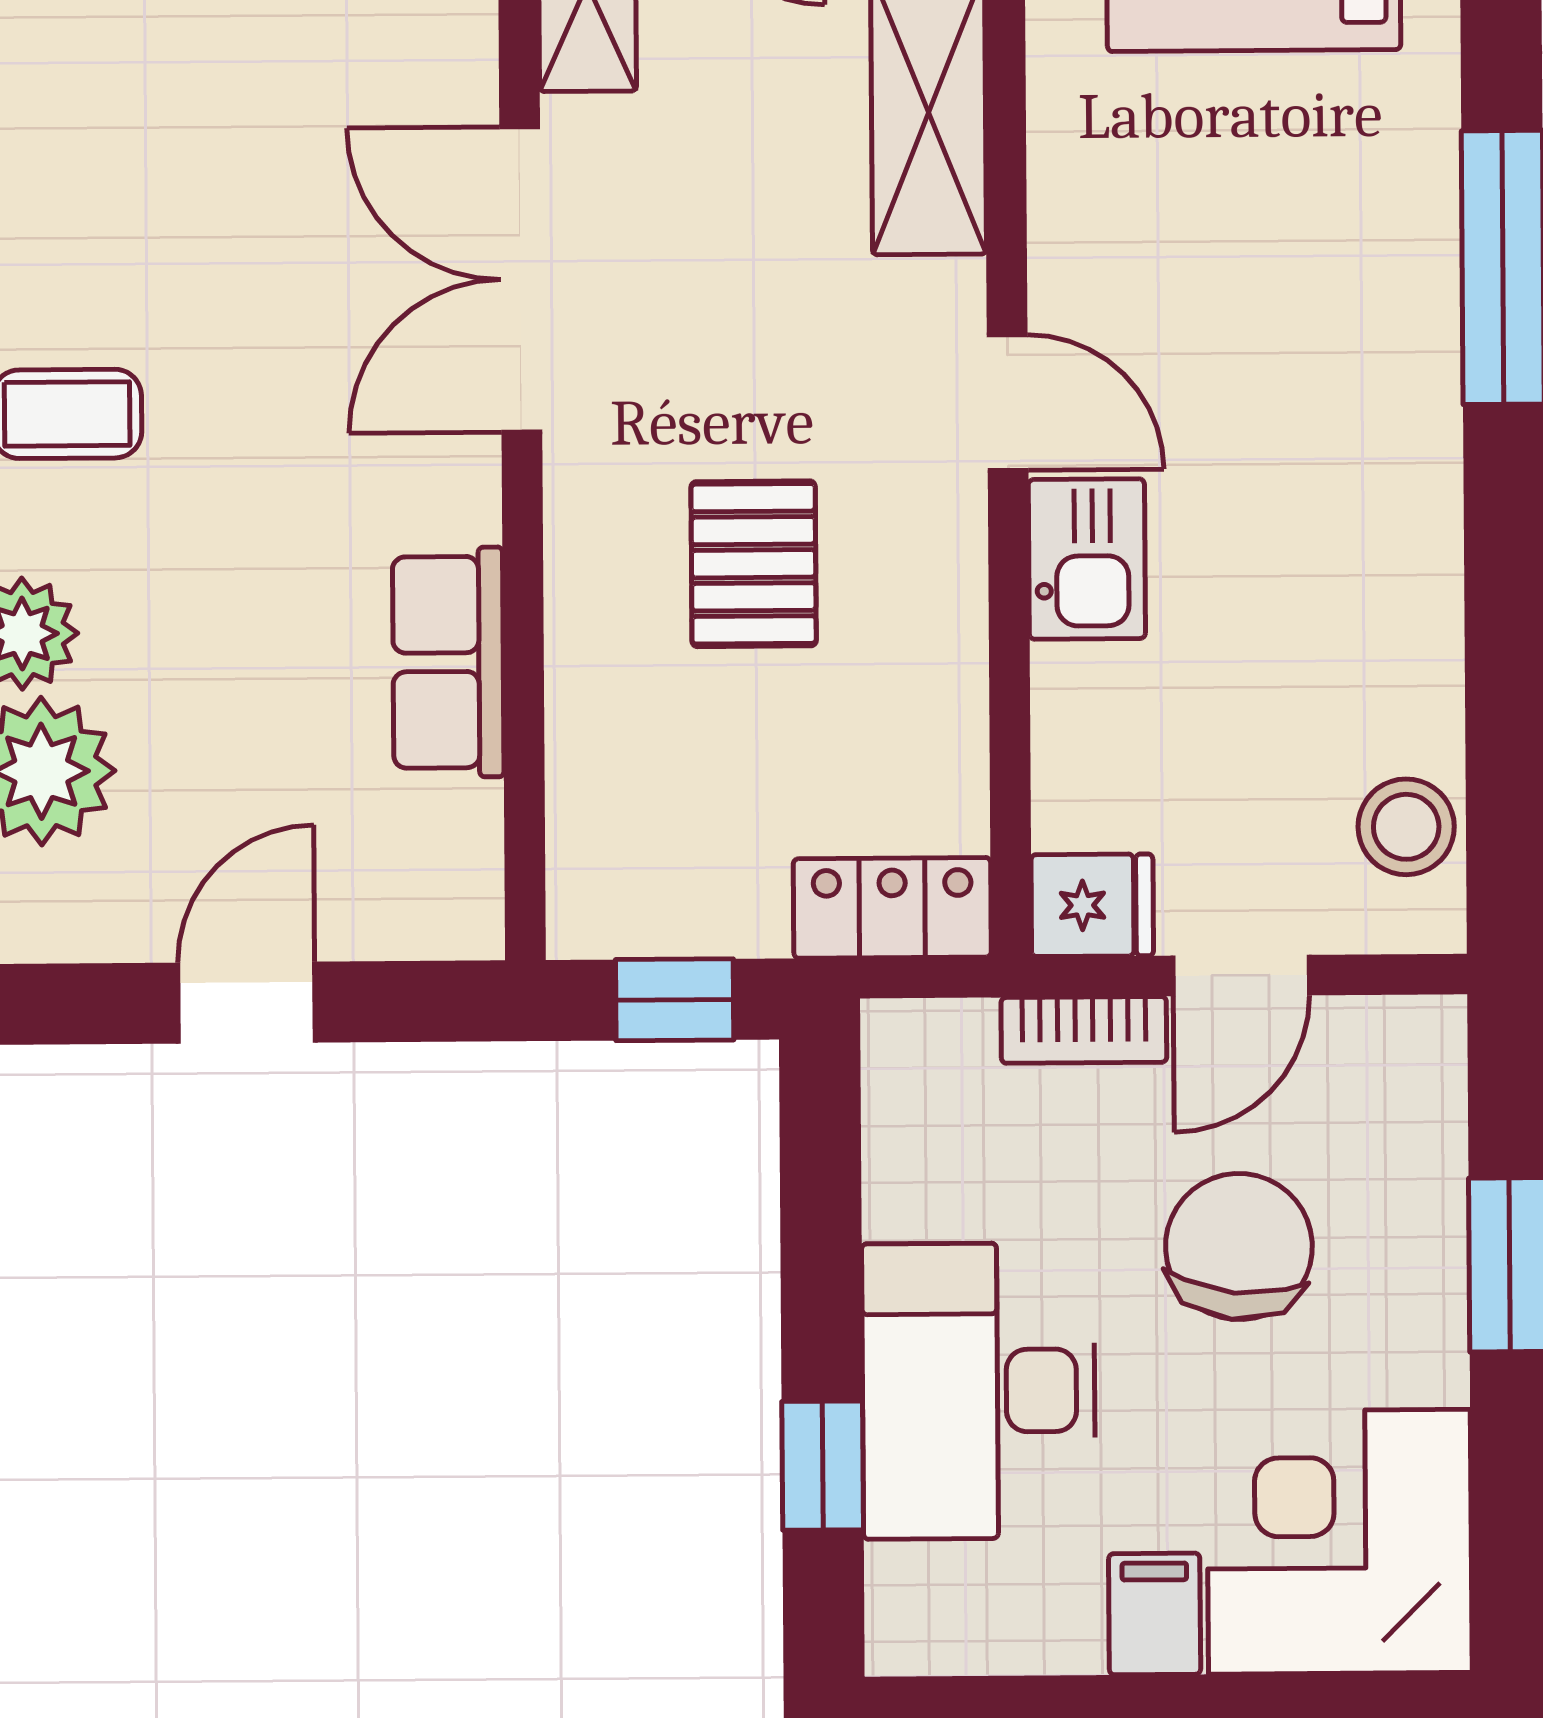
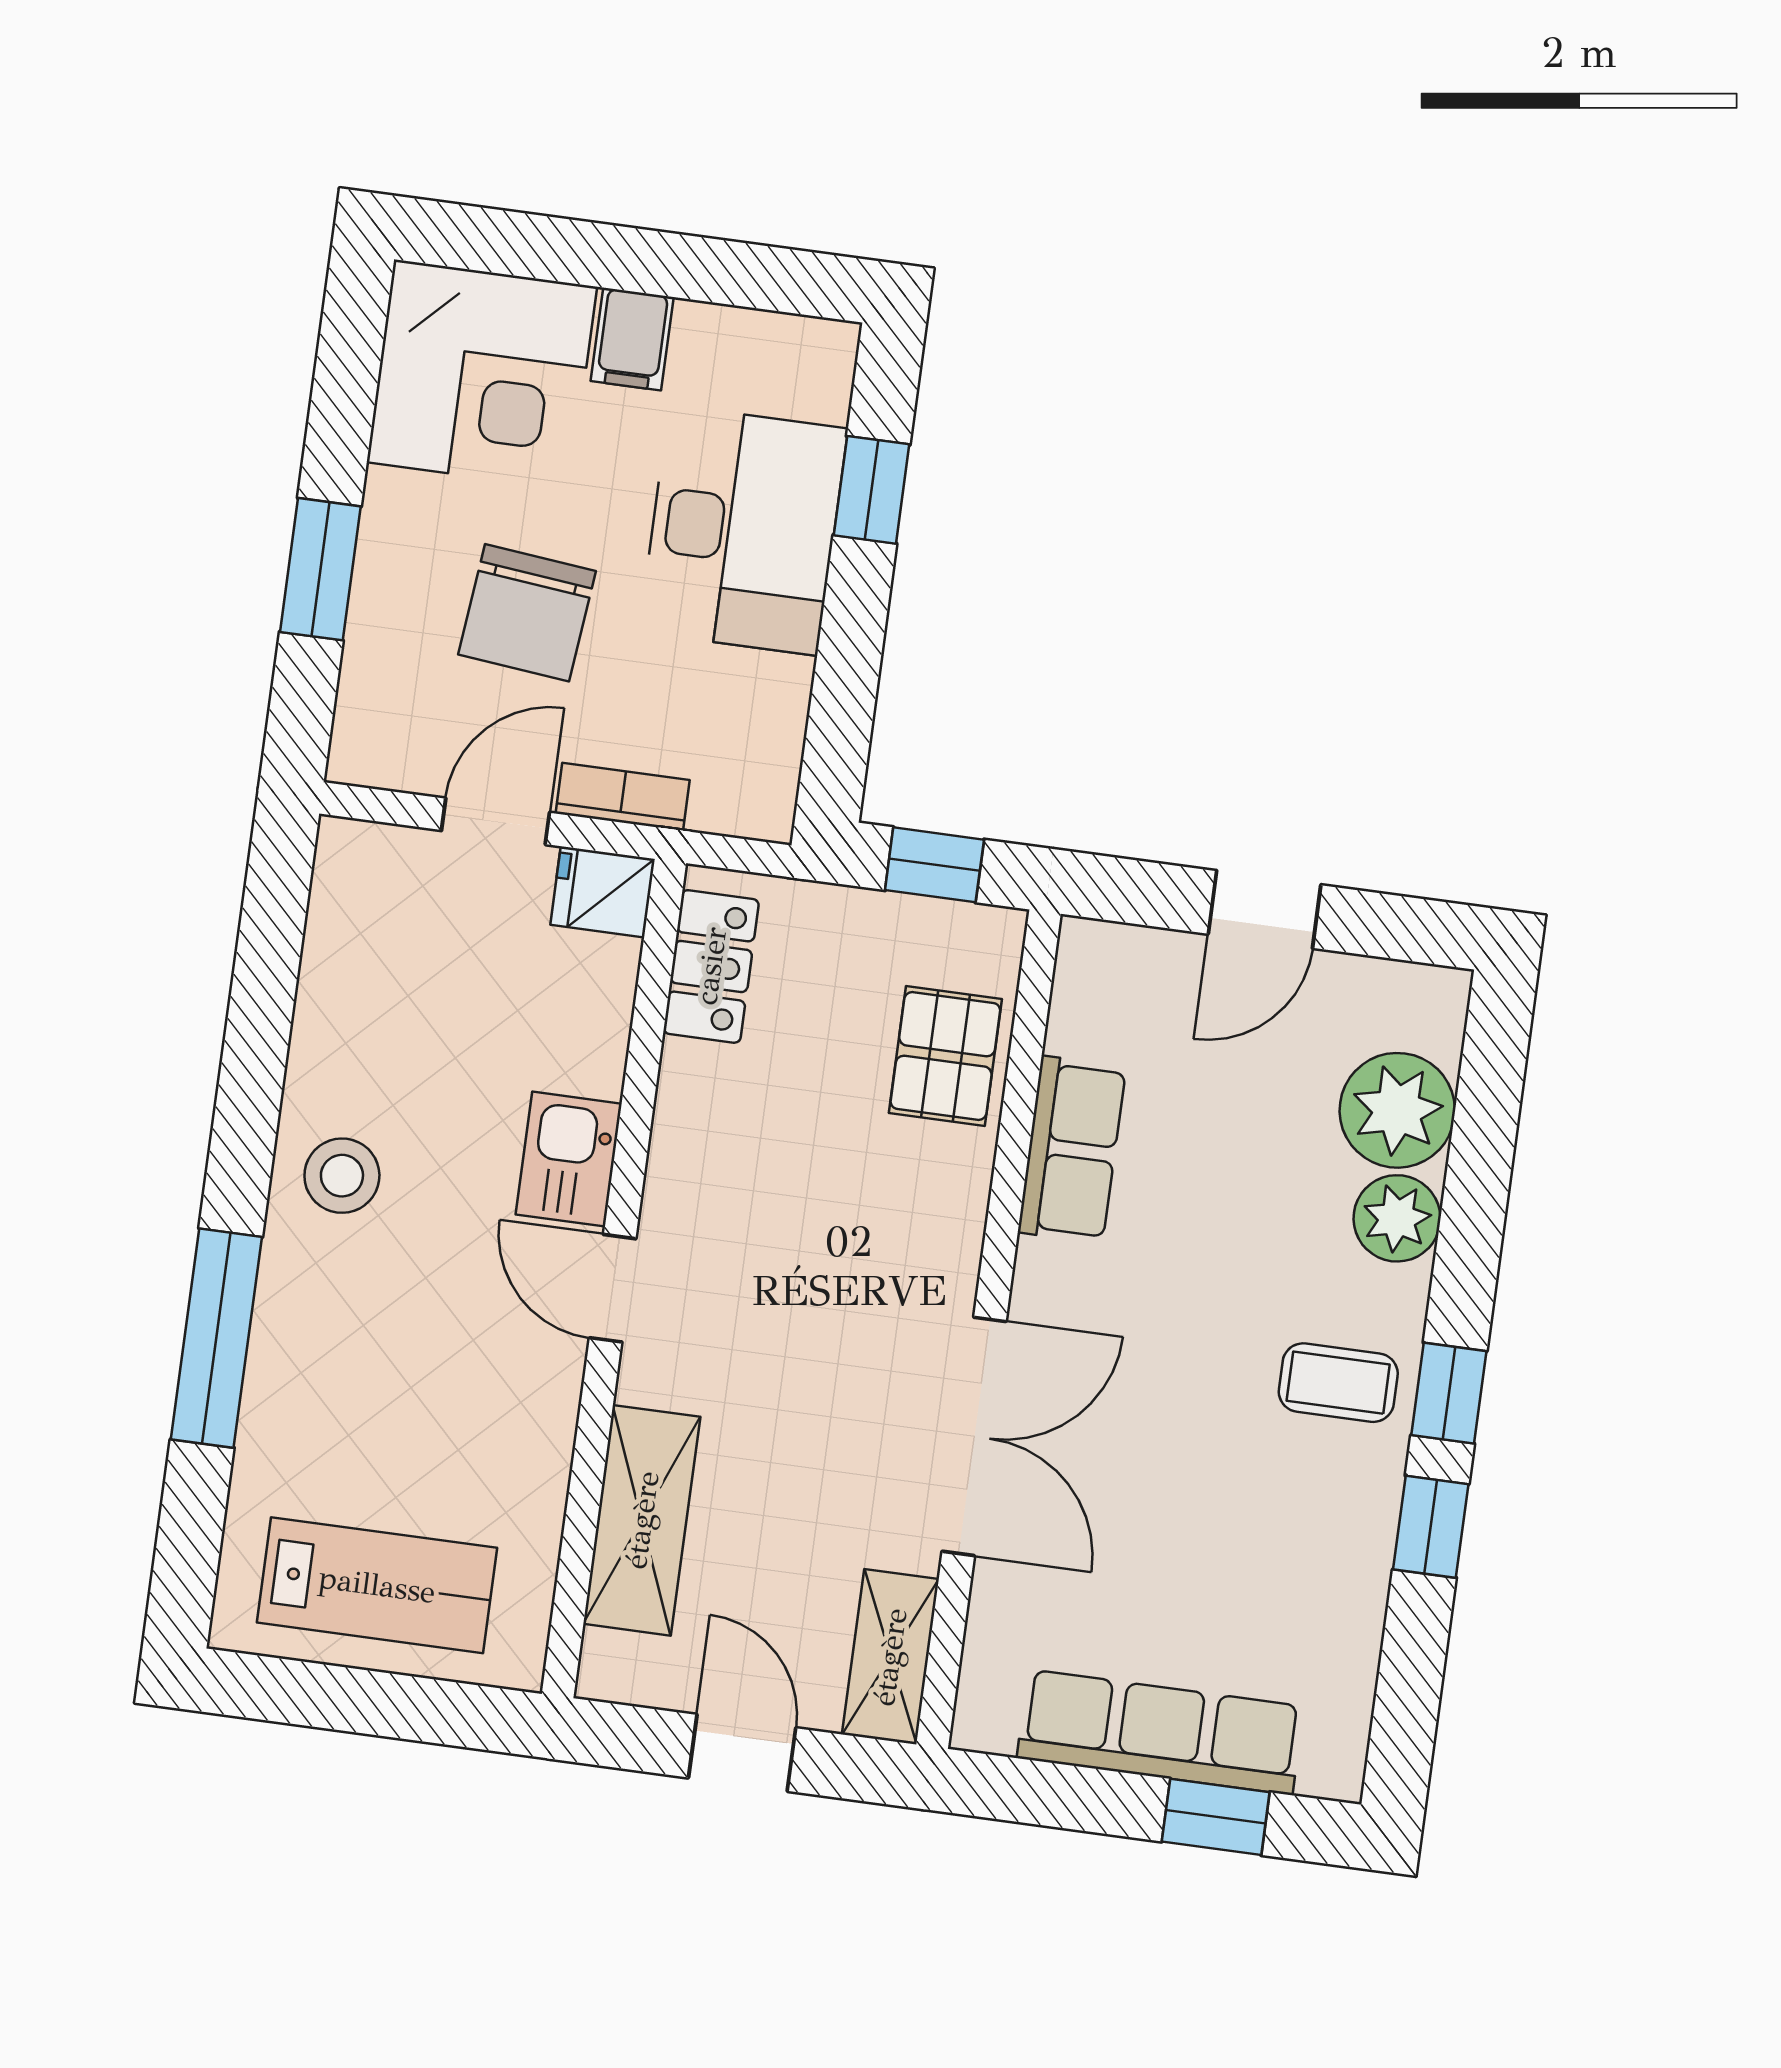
pallet: (754, 564) -> (945, 1056), moved
stool: (1406, 827) -> (342, 1176), moved
locker: (892, 908) -> (711, 966), moved, turned -90

